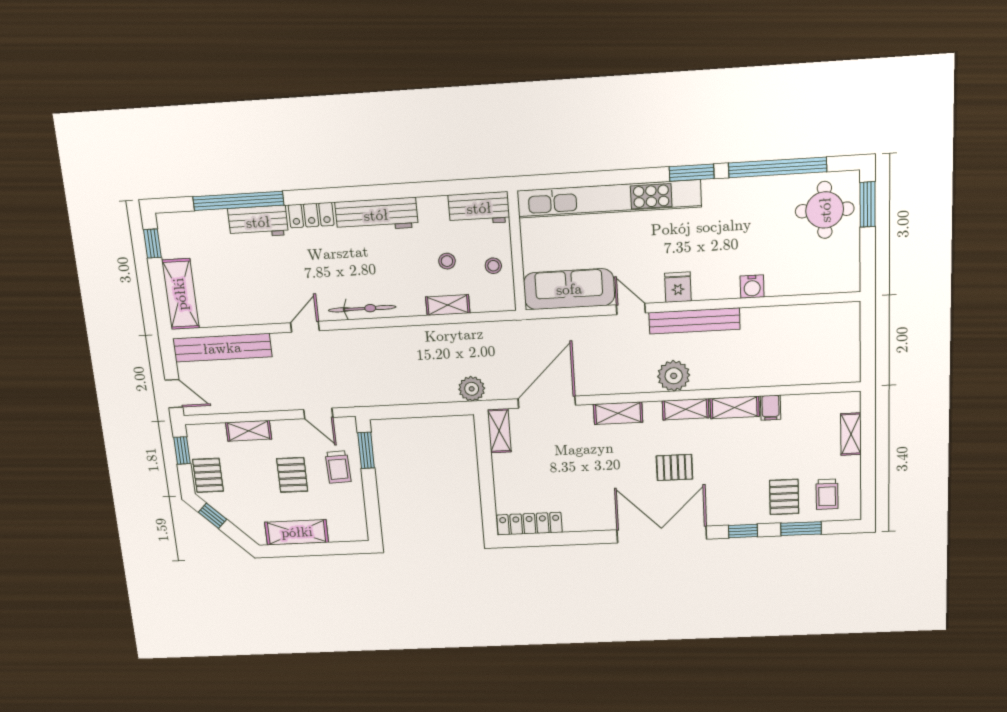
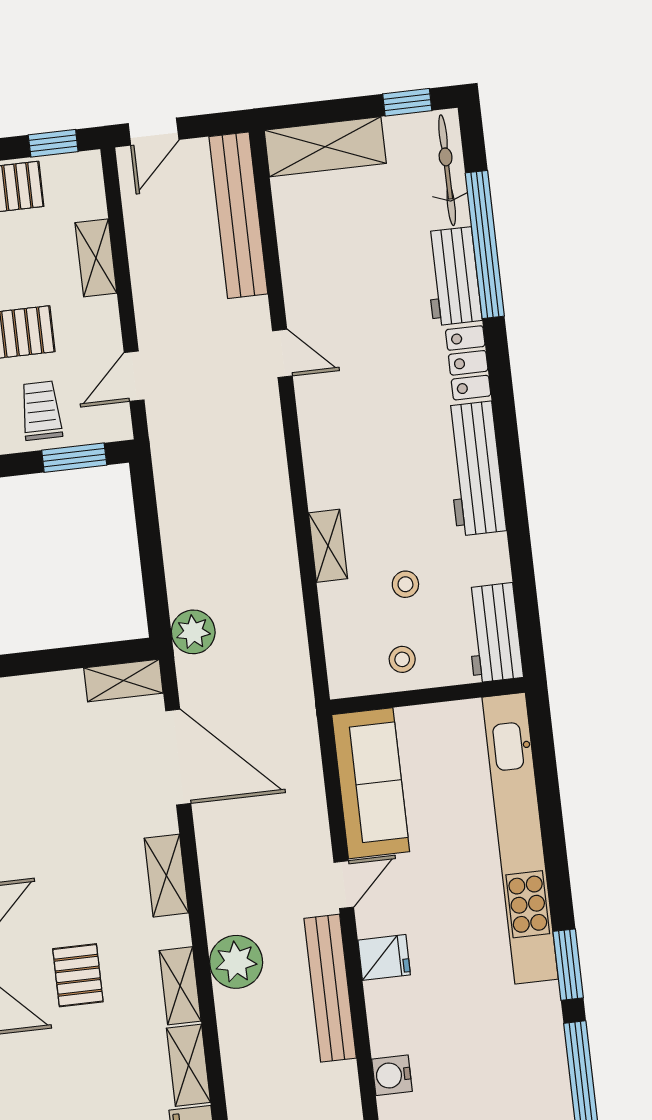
shelving: (448, 305) -> (328, 546), moved
bicycle: (362, 309) -> (447, 170), moved, turned 180
trolley: (338, 467) -> (41, 411), turned 92

